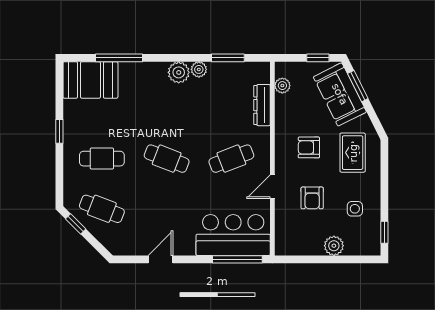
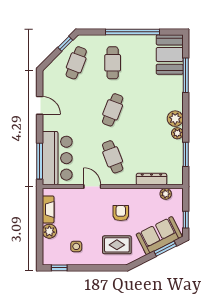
window: (59, 131) -> (132, 32), width x3.17
armchair: (312, 198) -> (84, 215), removed
fireplace: (304, 248) -> (48, 209), added

